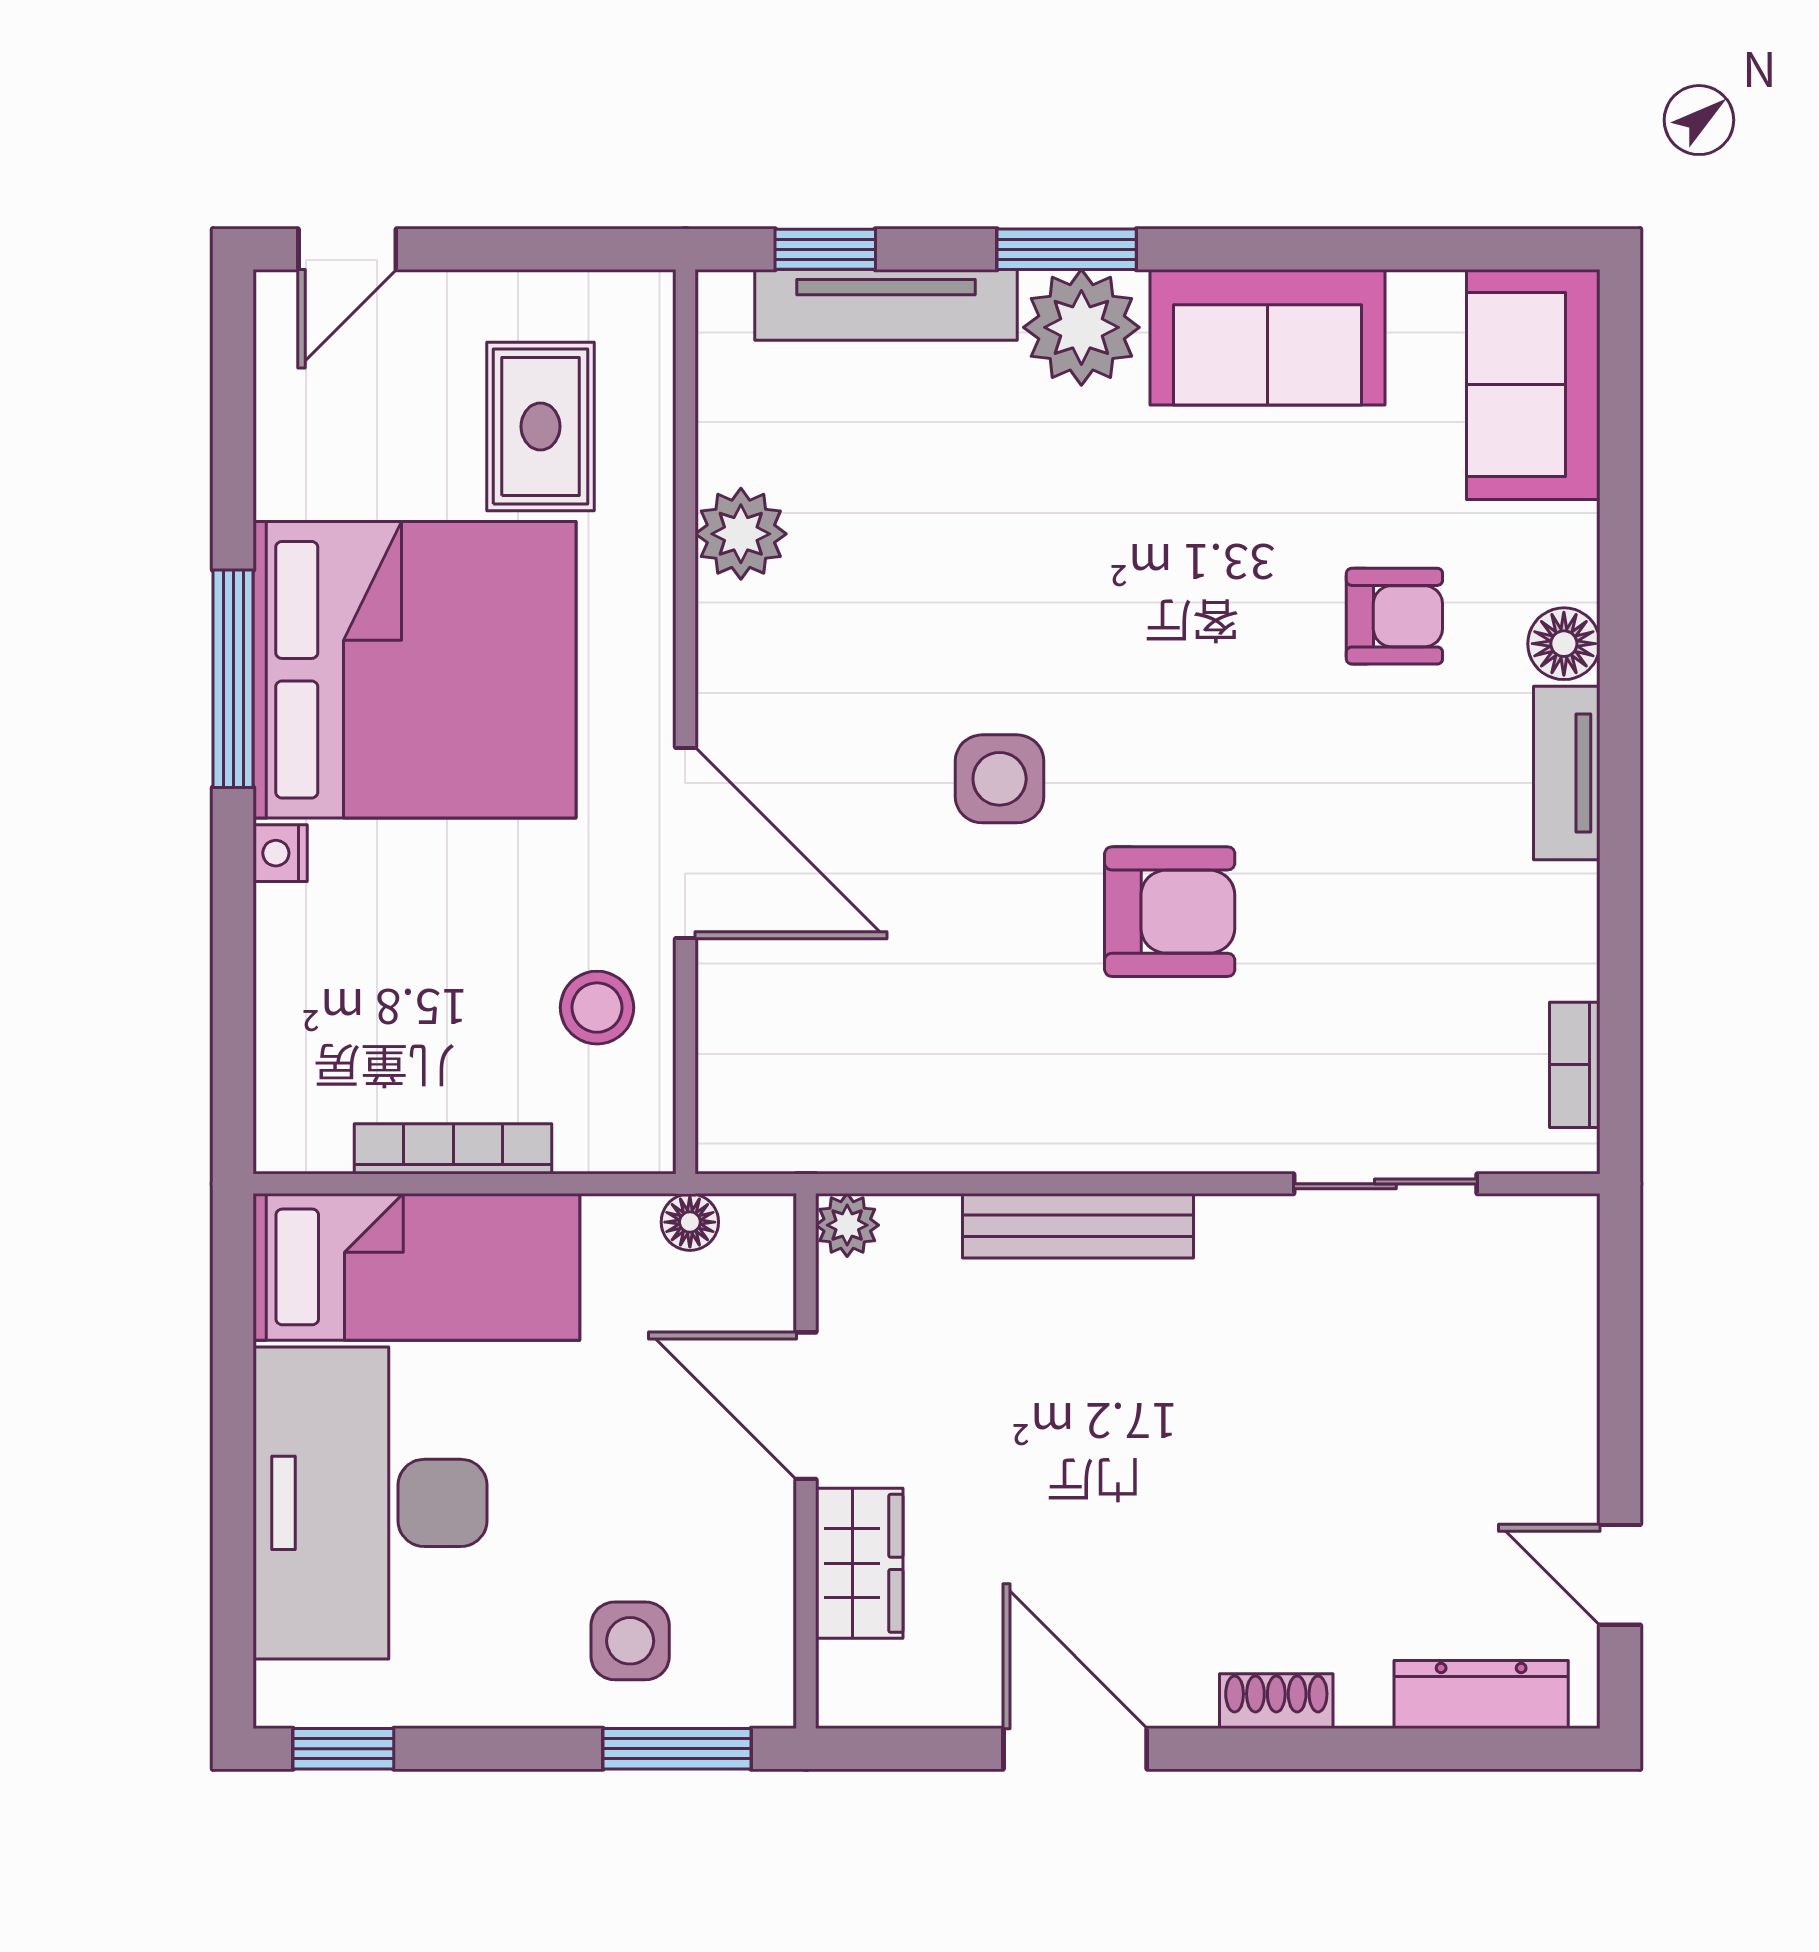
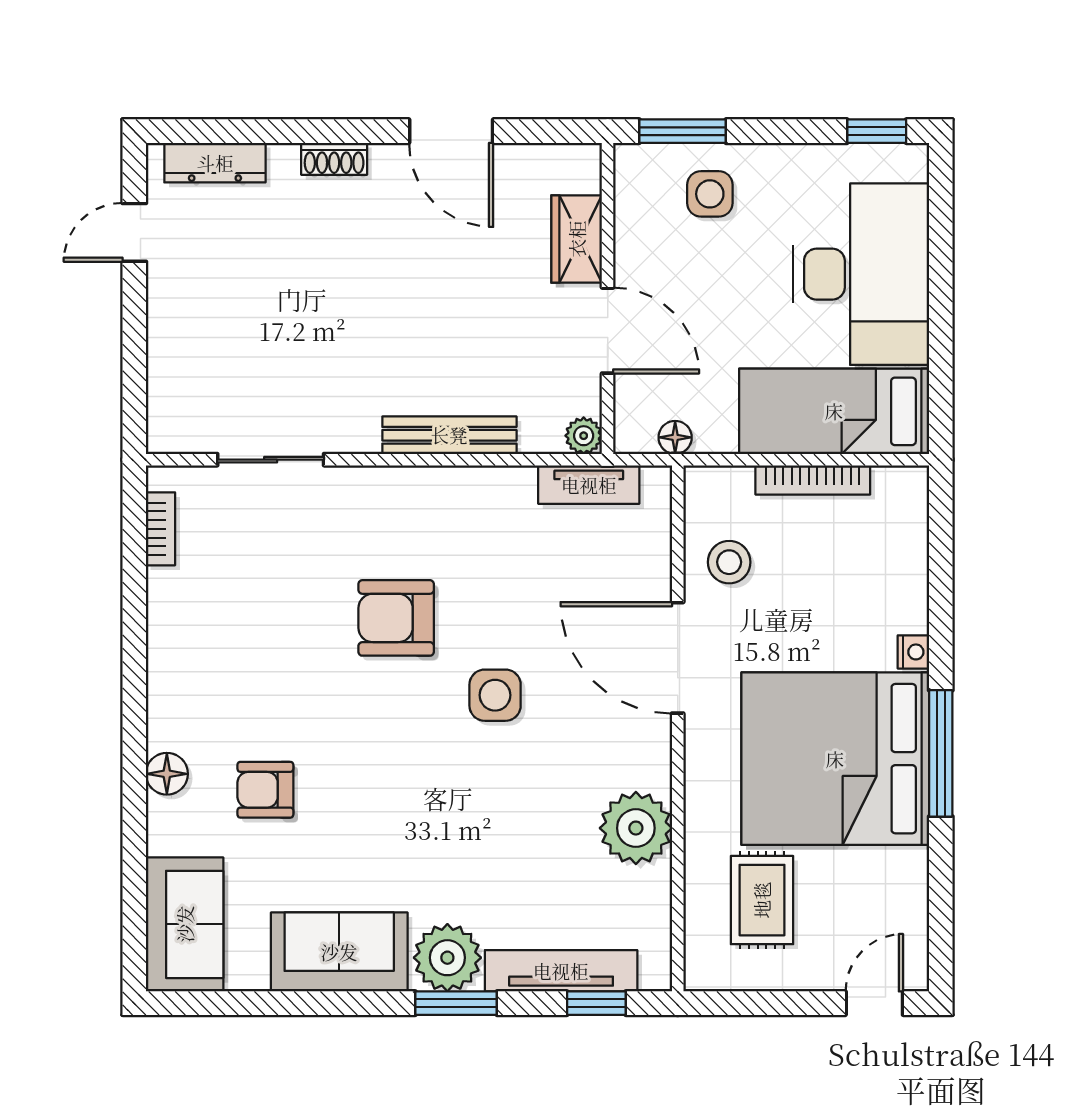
plant: (741, 534) -> (636, 828), width x1.36, depth x1.36
tv unit: (1567, 773) -> (589, 485), moved, turned 90
door: (1620, 1575) -> (134, 232), swing flipped

